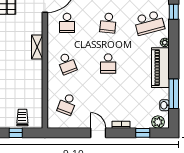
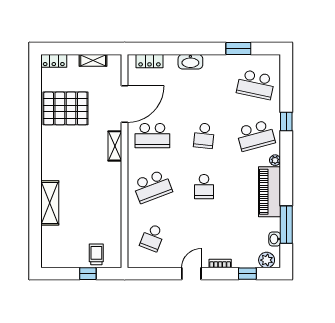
school desk: (67, 23) -> (152, 136), width x1.85
shelving: (37, 47) -> (115, 146), moved
school desk: (67, 64) -> (152, 187), width x1.85
door: (98, 133) -> (191, 274), hinge flipped

